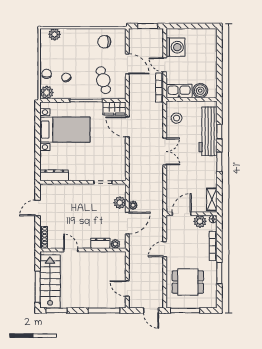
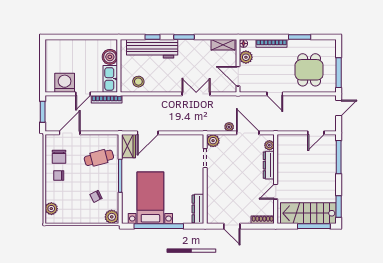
door: (127, 64) -> (70, 133), moved
chair: (47, 74) -> (59, 176), moved
window: (38, 138) -> (159, 226), added
double door: (165, 151) -> (196, 94), moved
plant: (120, 203) -> (213, 141), moved
dresser: (100, 243) -> (269, 165), width x1.44

